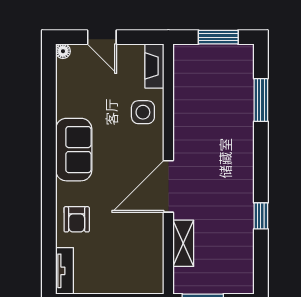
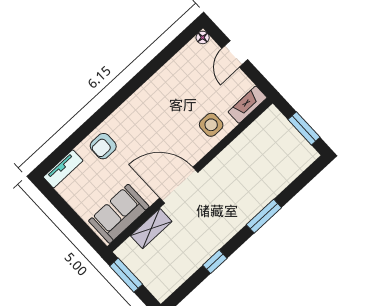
window: (261, 100) -> (264, 216), moved
sofa: (74, 150) -> (119, 214), moved, turned 180

